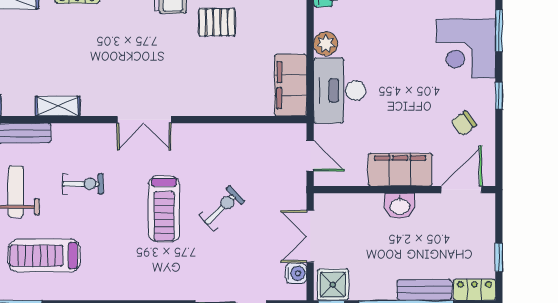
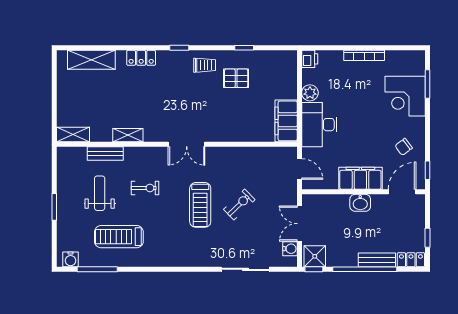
window: (499, 96) -> (428, 170), moved

